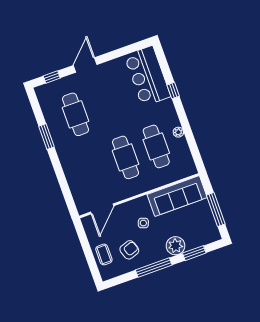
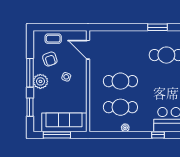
sofa: (177, 196) -> (64, 122), moved, turned 90
plant: (176, 246) -> (40, 81), moved

